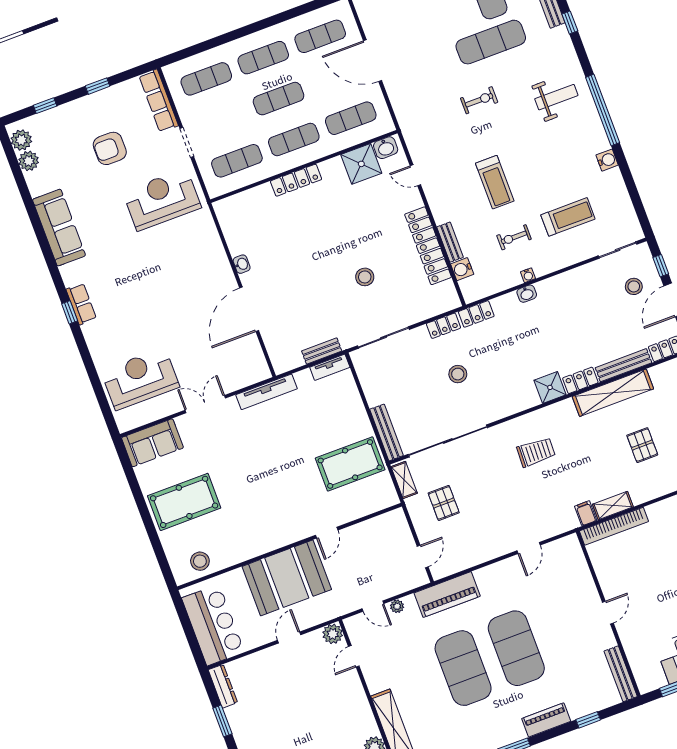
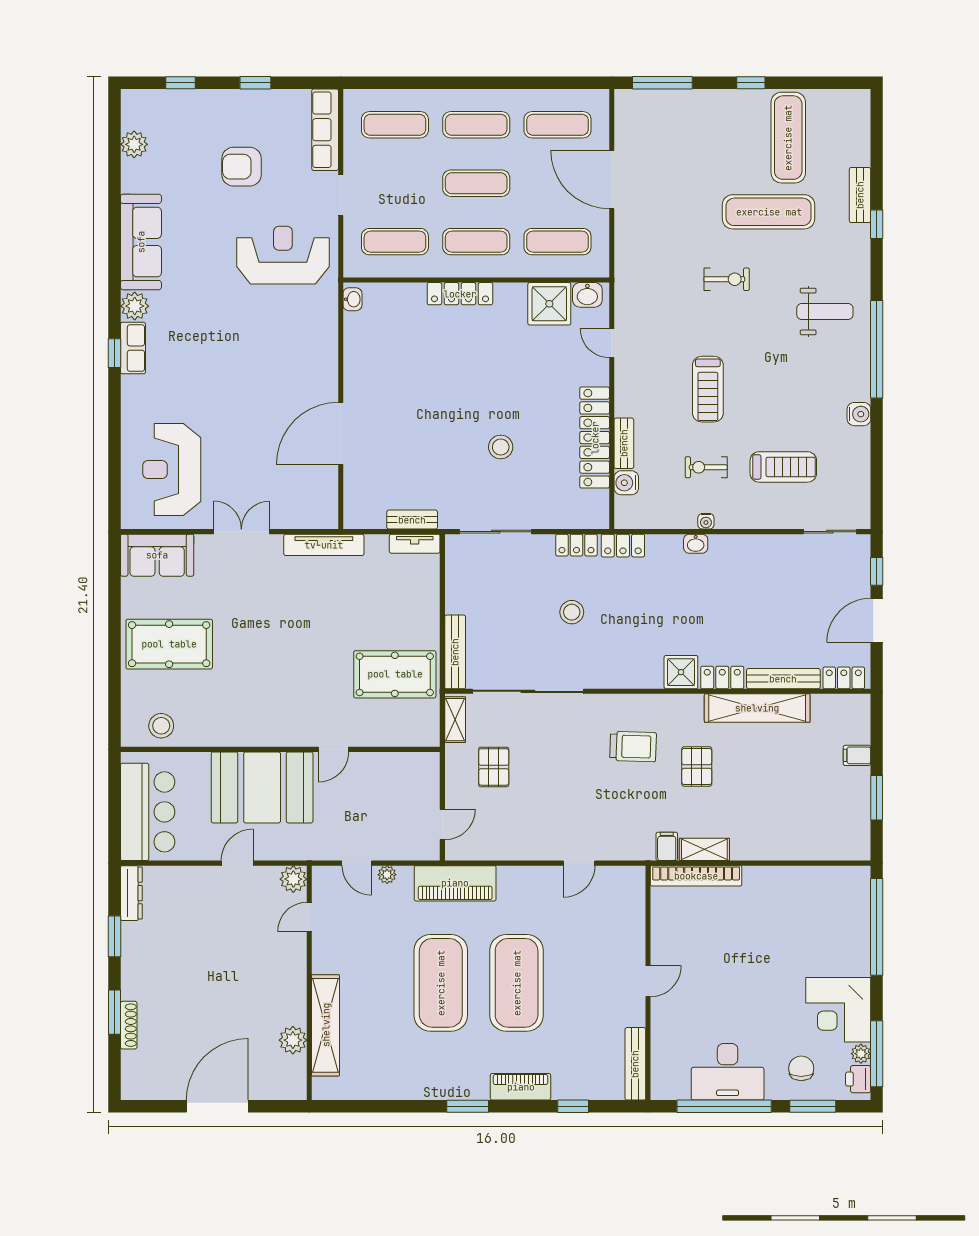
plant: (21, 140) -> (135, 306), moved
washbasin: (242, 264) -> (352, 299), moved
stool: (634, 286) -> (833, 585), removed
reception desk: (140, 379) -> (172, 470), turned -90
pallet: (642, 445) -> (697, 766), moved

